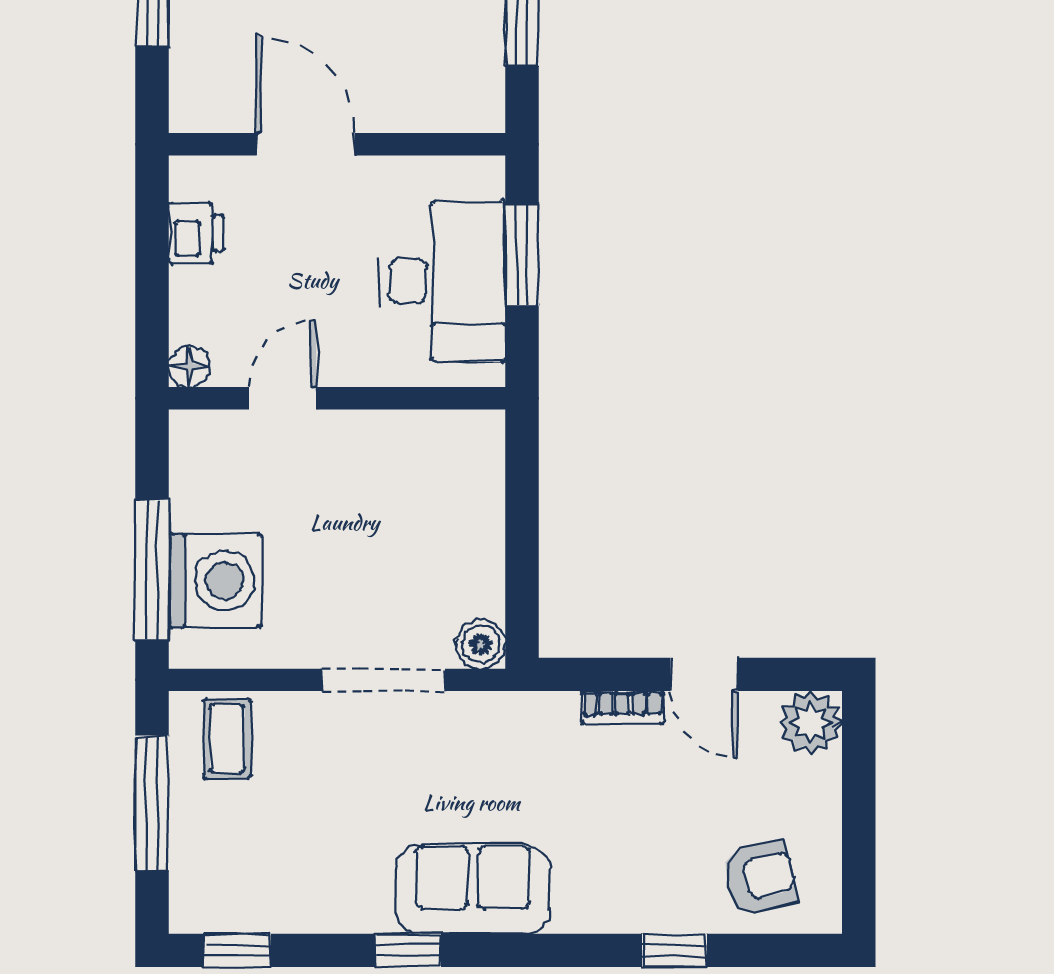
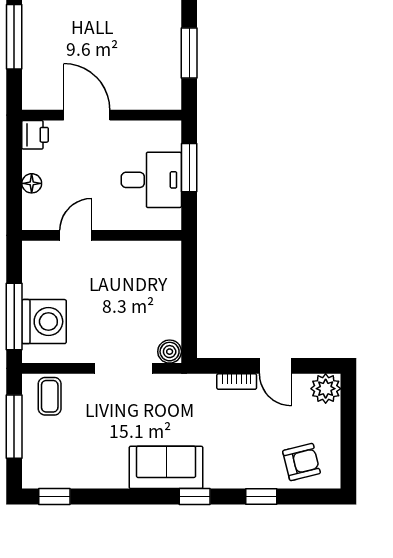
printer: (196, 233) -> (35, 135), moved
desk: (442, 281) -> (151, 180), width x0.73
floor lamp: (189, 367) -> (32, 183), moved
window: (408, 950) -> (195, 496), moved

